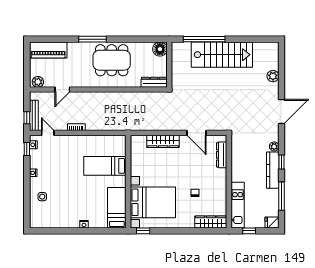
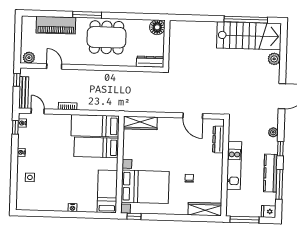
window: (204, 39) -> (246, 20), moved
piano: (48, 50) -> (56, 25), moved
stairs: (222, 55) -> (249, 36), moved
door: (62, 90) -> (54, 66), swing flipped
window: (27, 118) -> (17, 80), moved
wardrobe: (163, 141) -> (140, 123), moved
bed: (103, 145) -> (95, 126), added
kitchen counter: (273, 170) -> (271, 173), moved
kitchen unit: (238, 205) -> (234, 165), moved
window: (249, 231) -> (245, 220), width x2.17

